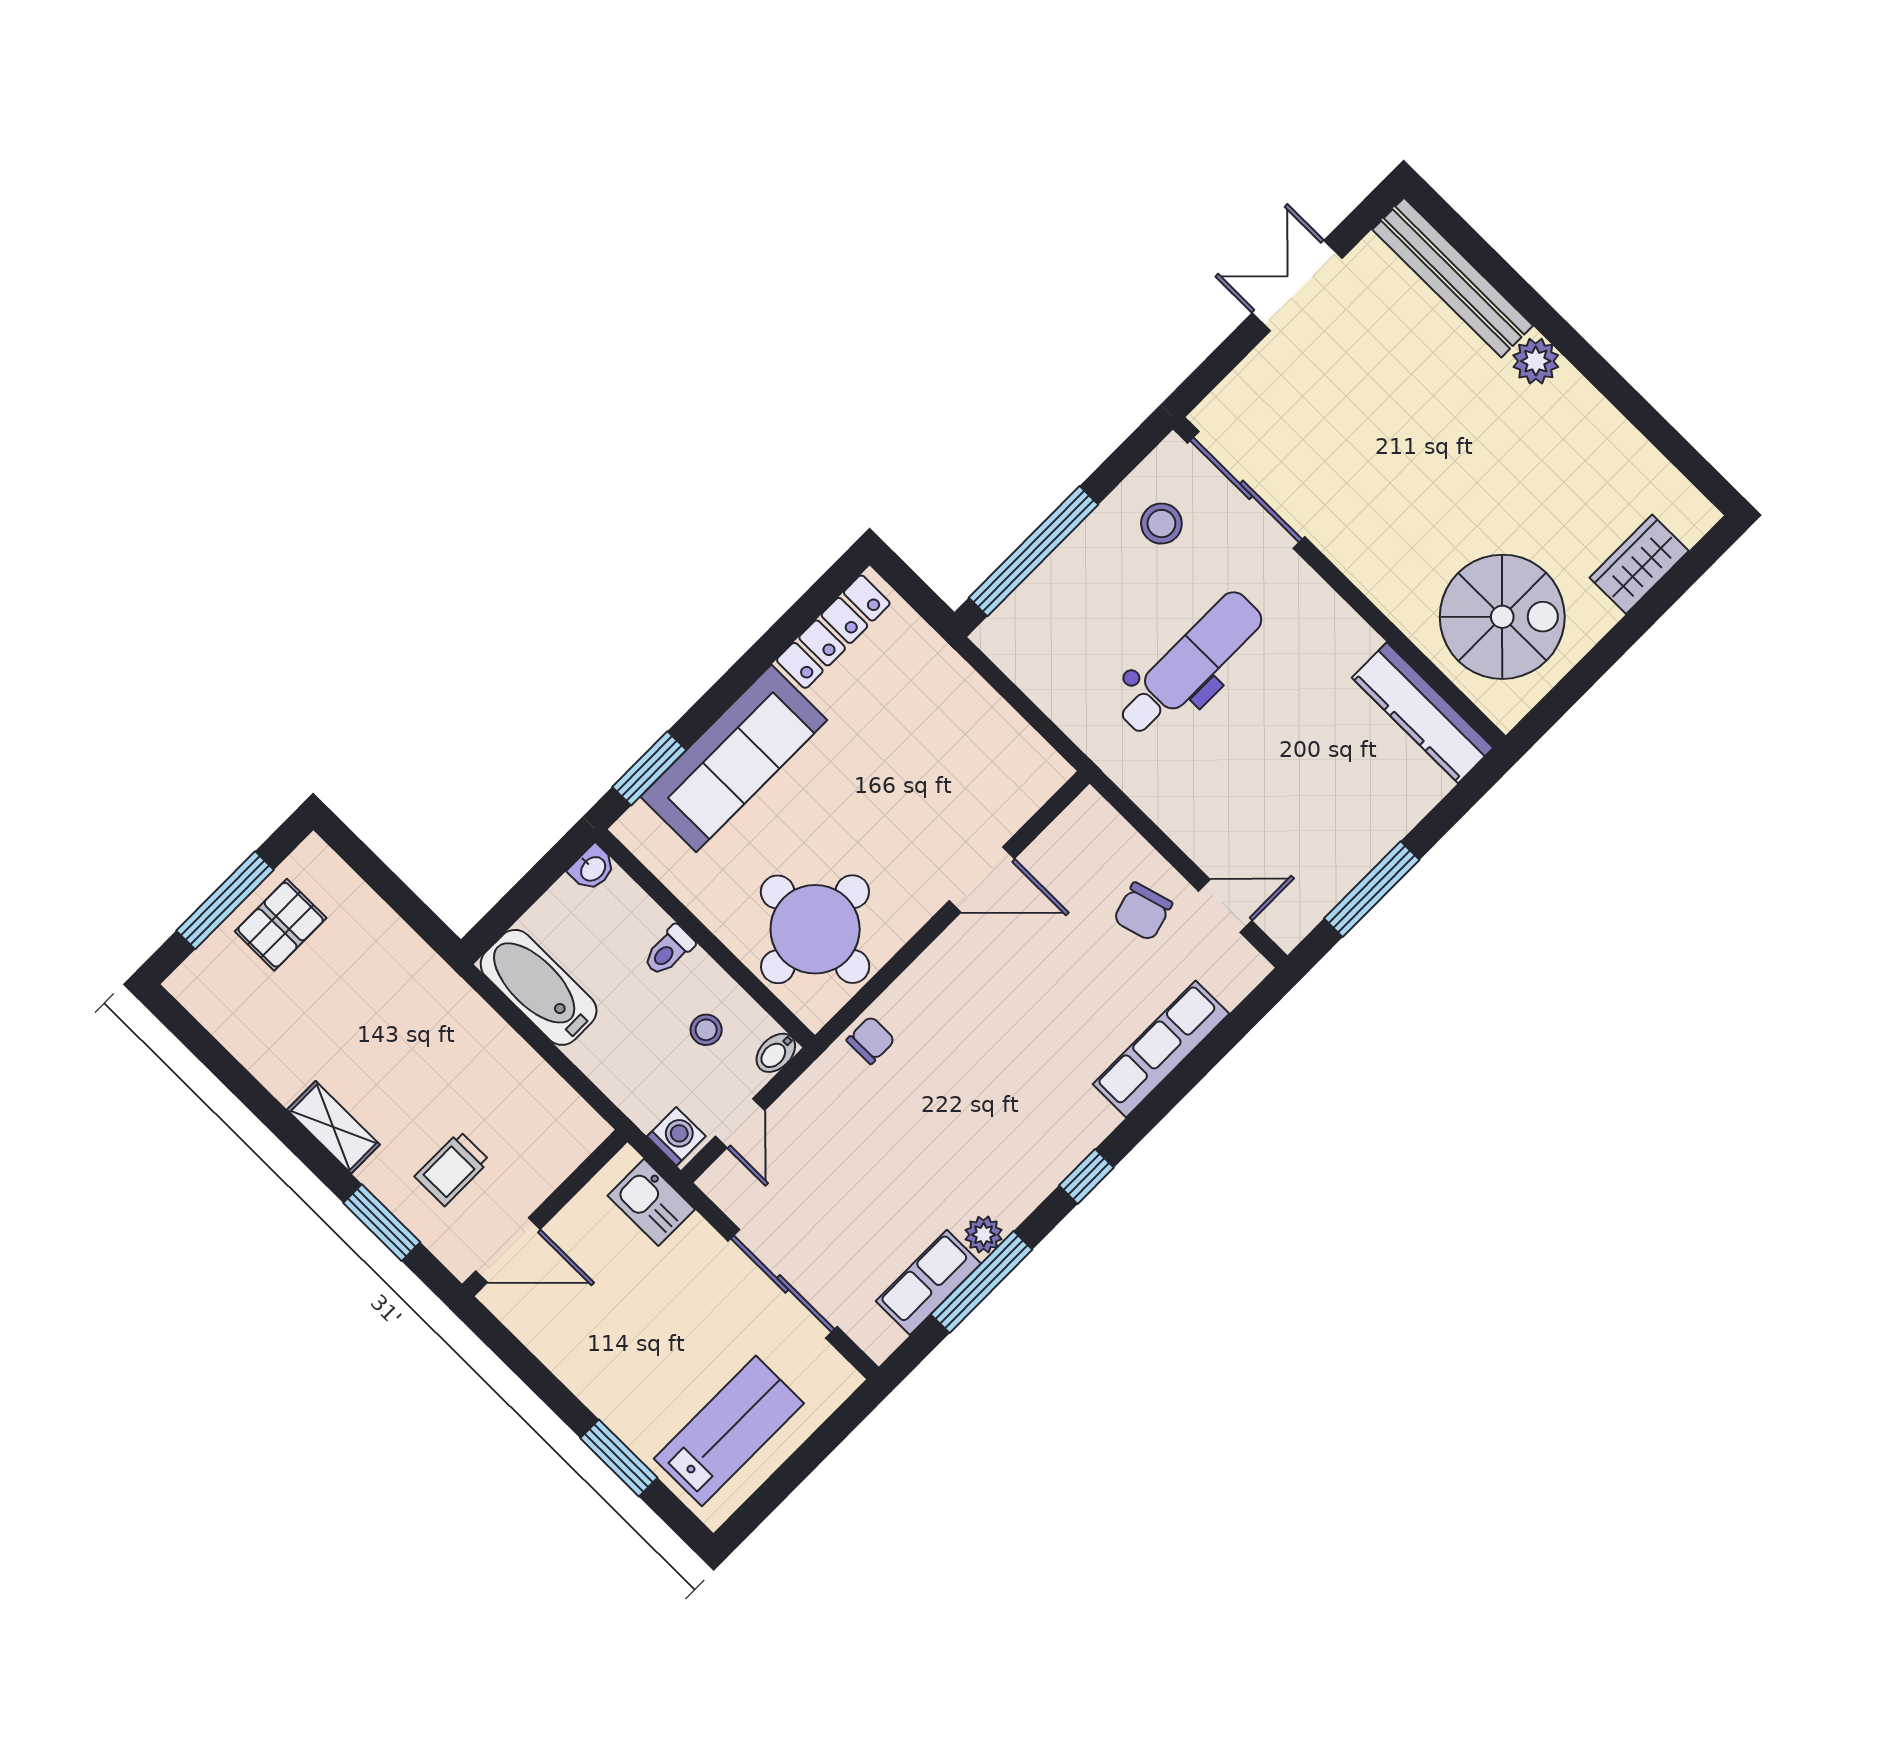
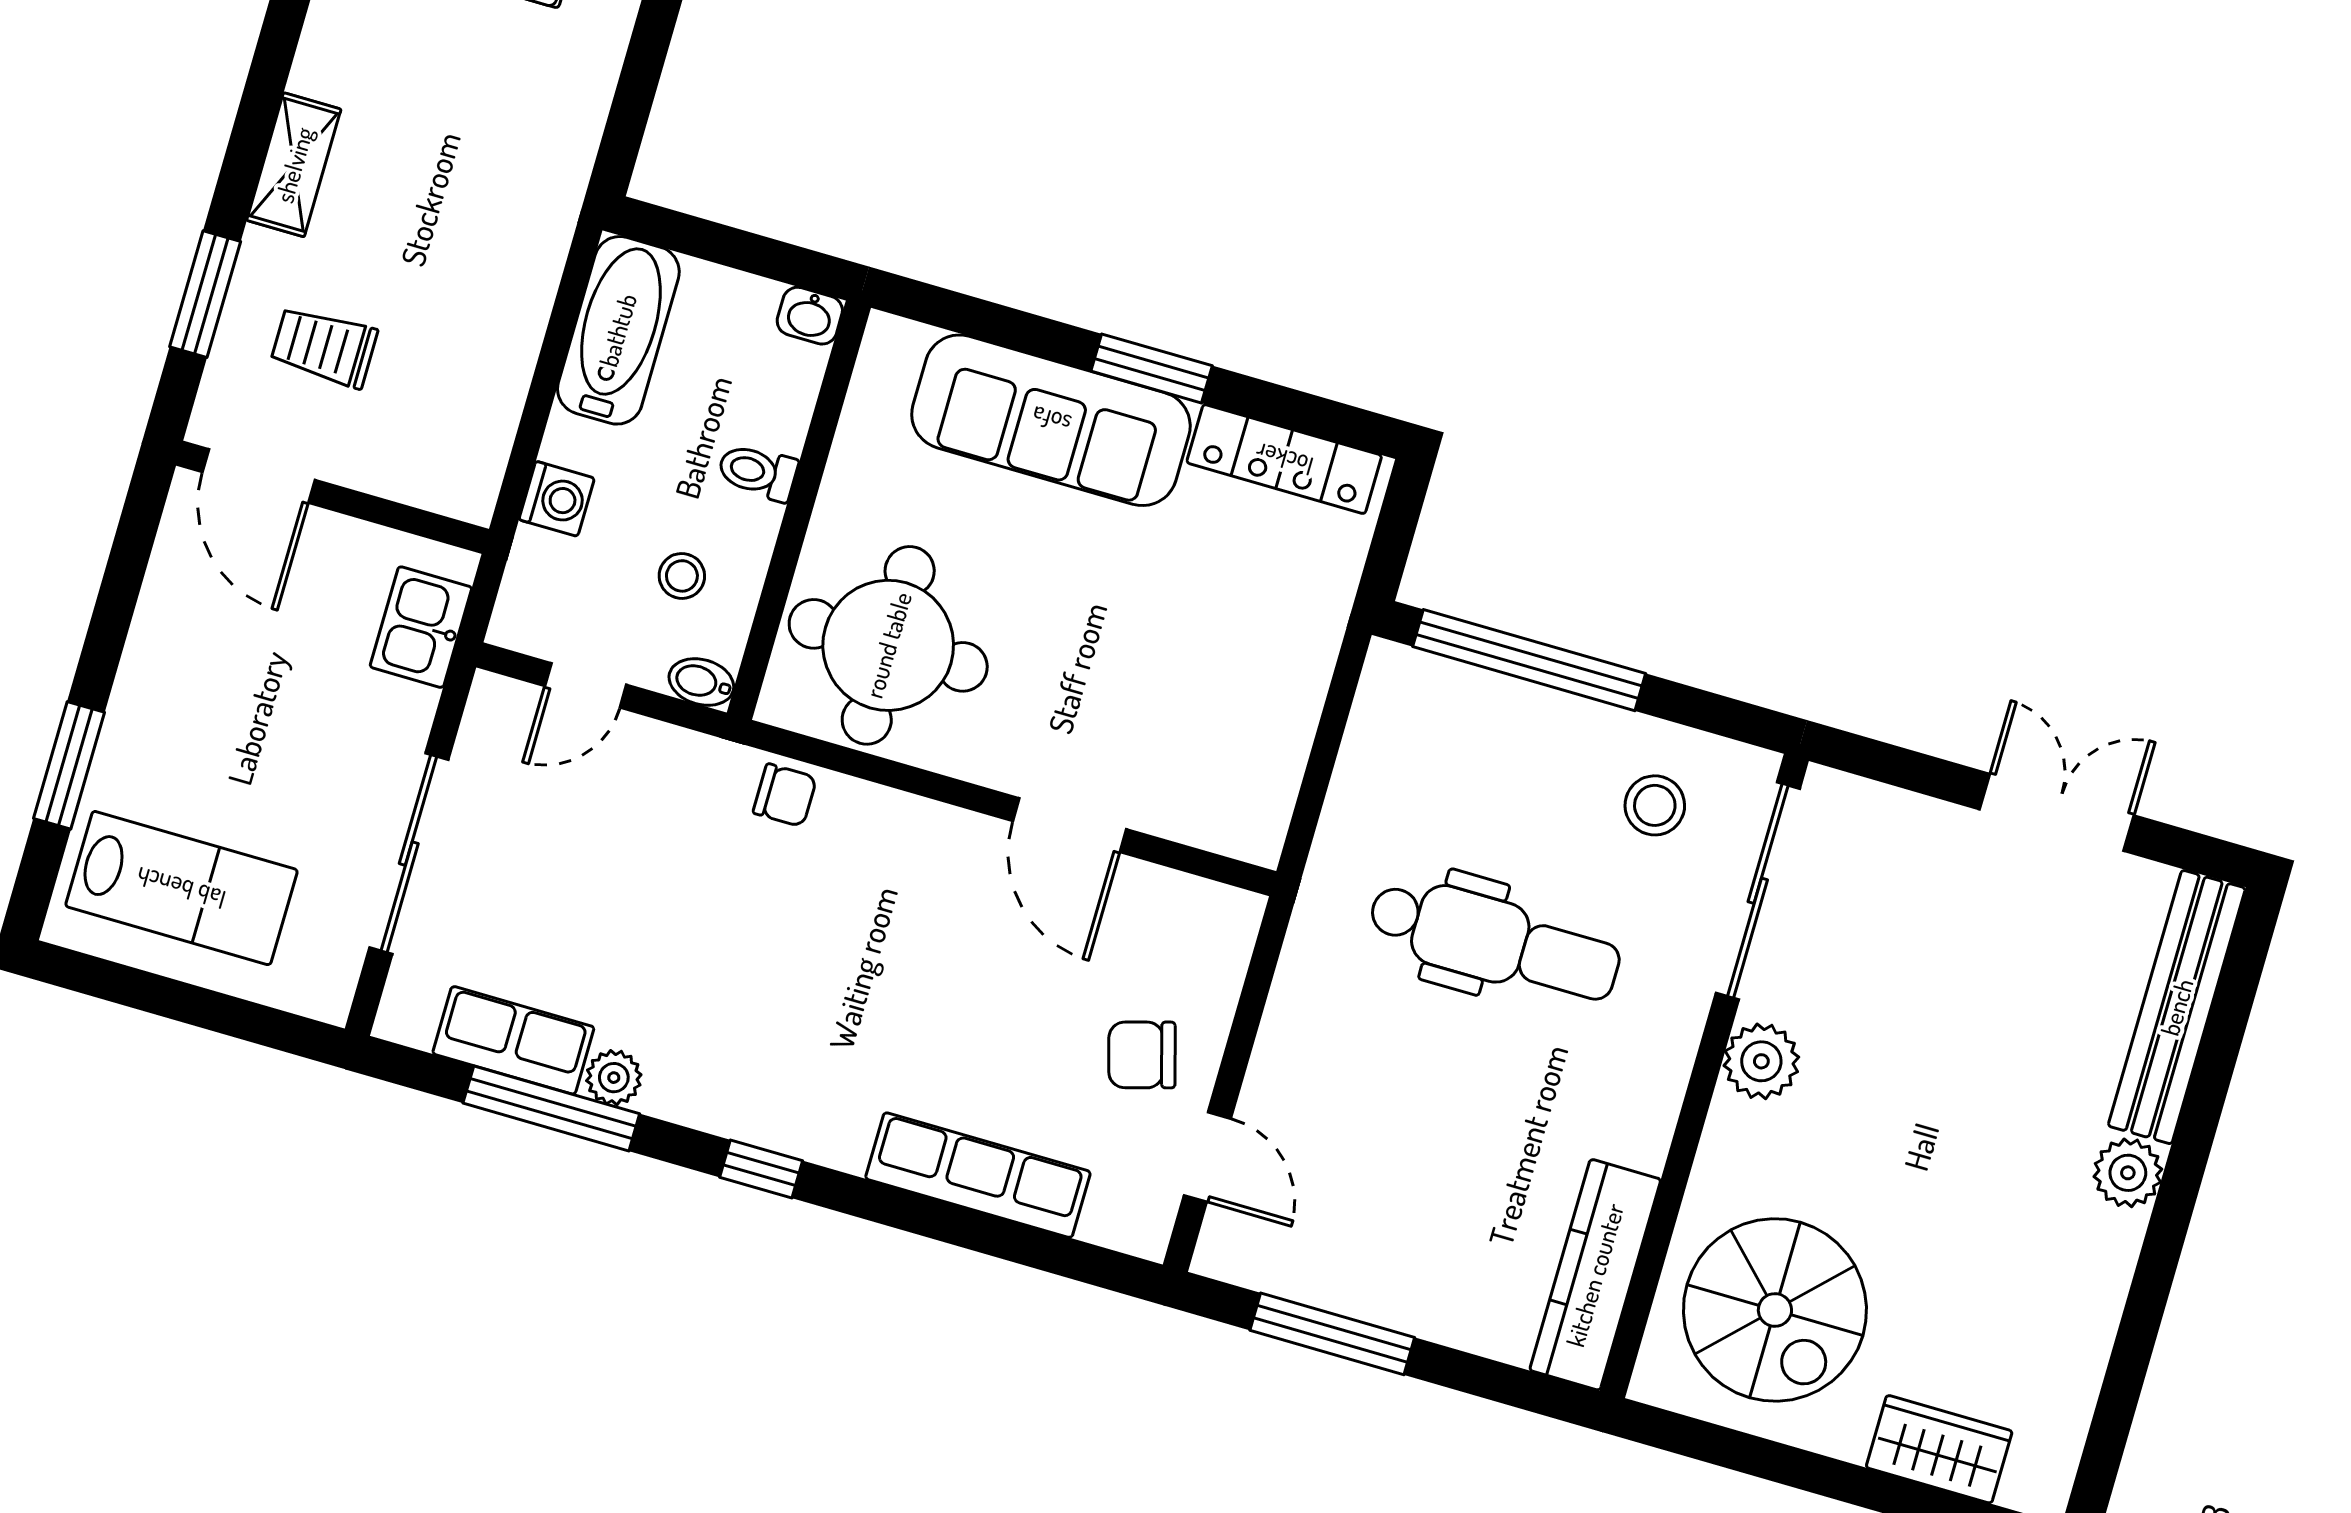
plant: (1349, 544) -> (1761, 1061), added
window: (649, 768) -> (1152, 368), moved
washing machine: (676, 1136) -> (557, 499), moved

